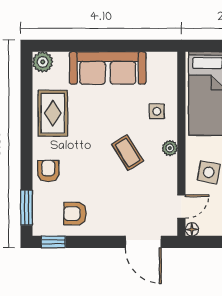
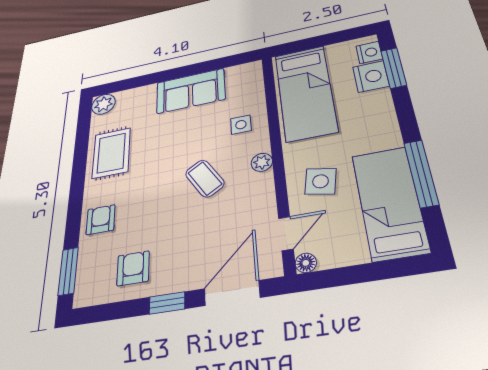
sofa: (108, 68) -> (191, 91), width x0.73
armchair: (75, 214) -> (133, 268), turned 90
window: (53, 242) -> (167, 303), moved
door: (143, 242) -> (232, 293), swing flipped

